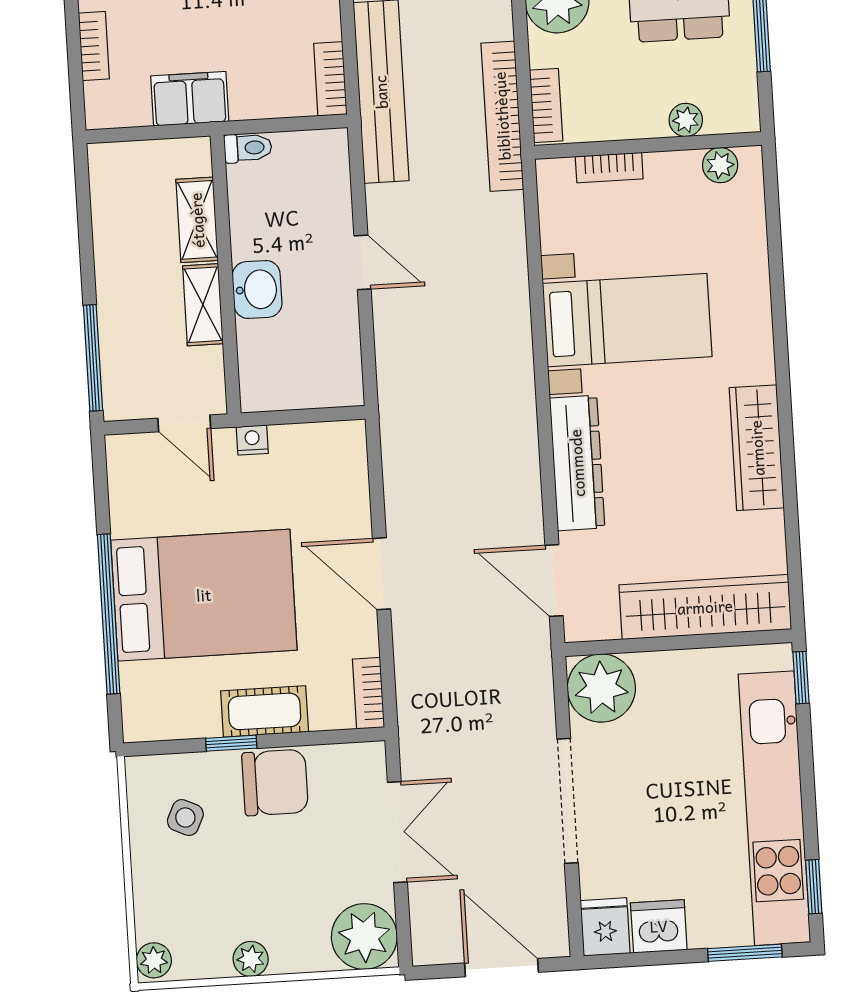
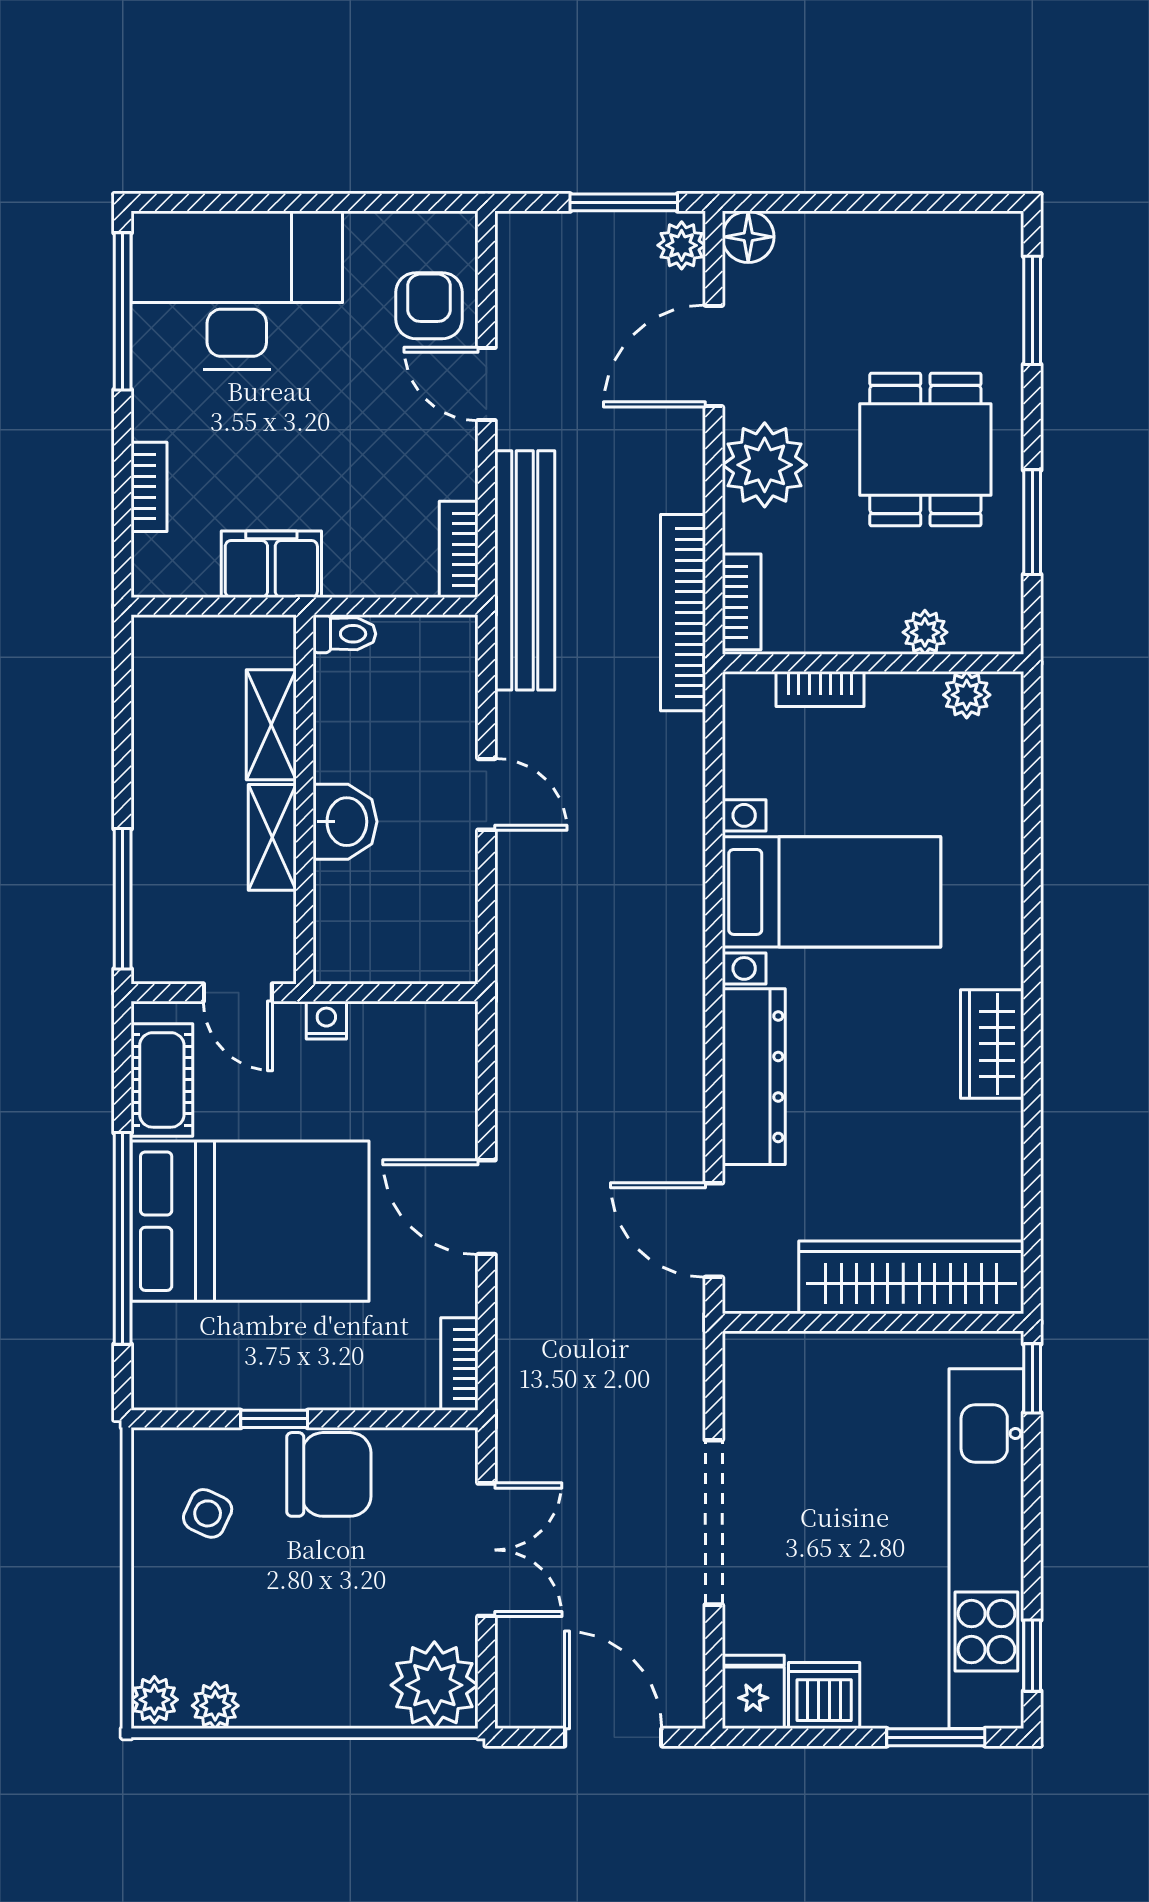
wardrobe: (757, 448) -> (992, 1044), width x0.67
plant: (601, 688) -> (768, 1376), removed
cot: (265, 711) -> (162, 1080), moved, turned 90
plant: (251, 959) -> (215, 1706), moved

